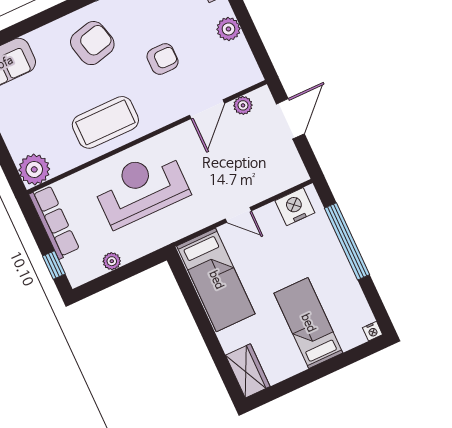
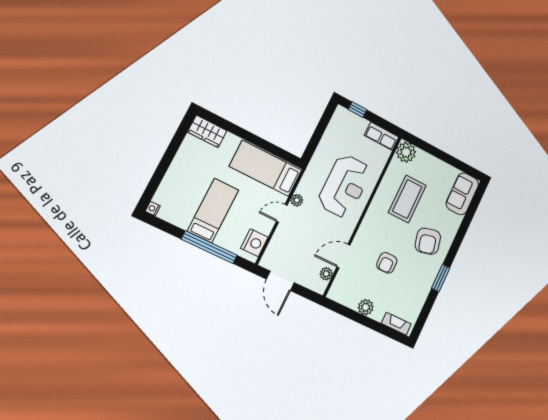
door: (207, 109) -> (343, 256), hinge flipped
door: (290, 119) -> (280, 281), moved
coffee table: (105, 122) -> (407, 199), moved
row of seats: (54, 222) -> (382, 136), width x0.68
plant: (112, 261) -> (297, 200), moved
bed: (308, 323) -> (213, 210), moved, turned -90

